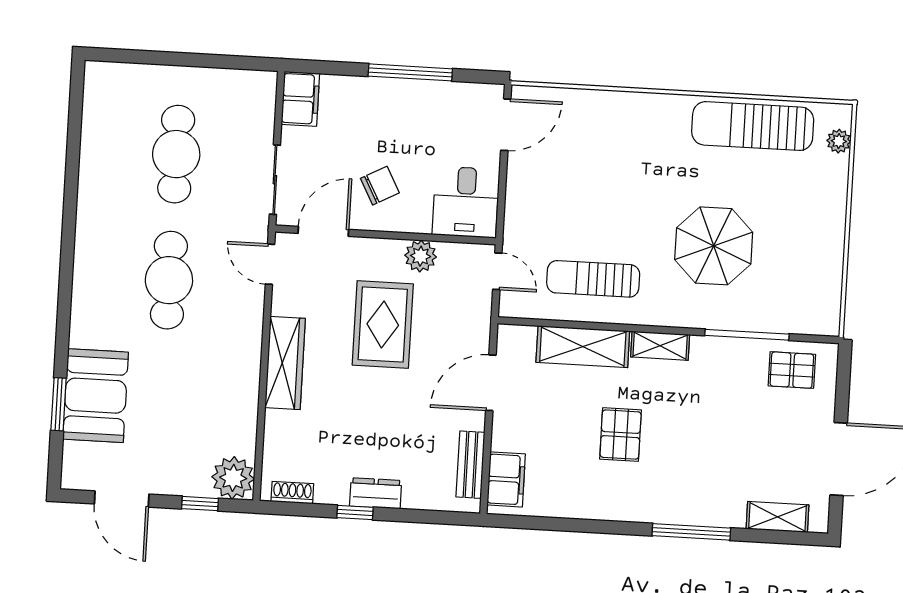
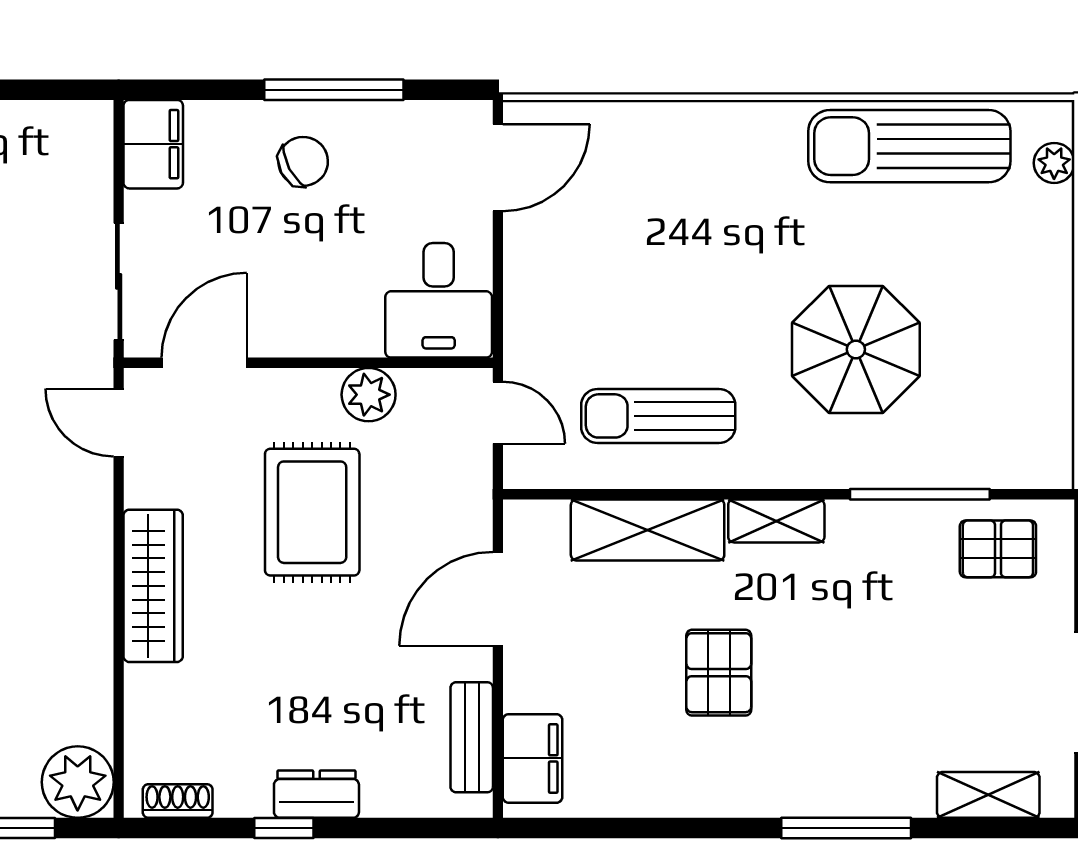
chair: (380, 186) -> (303, 161), moved

